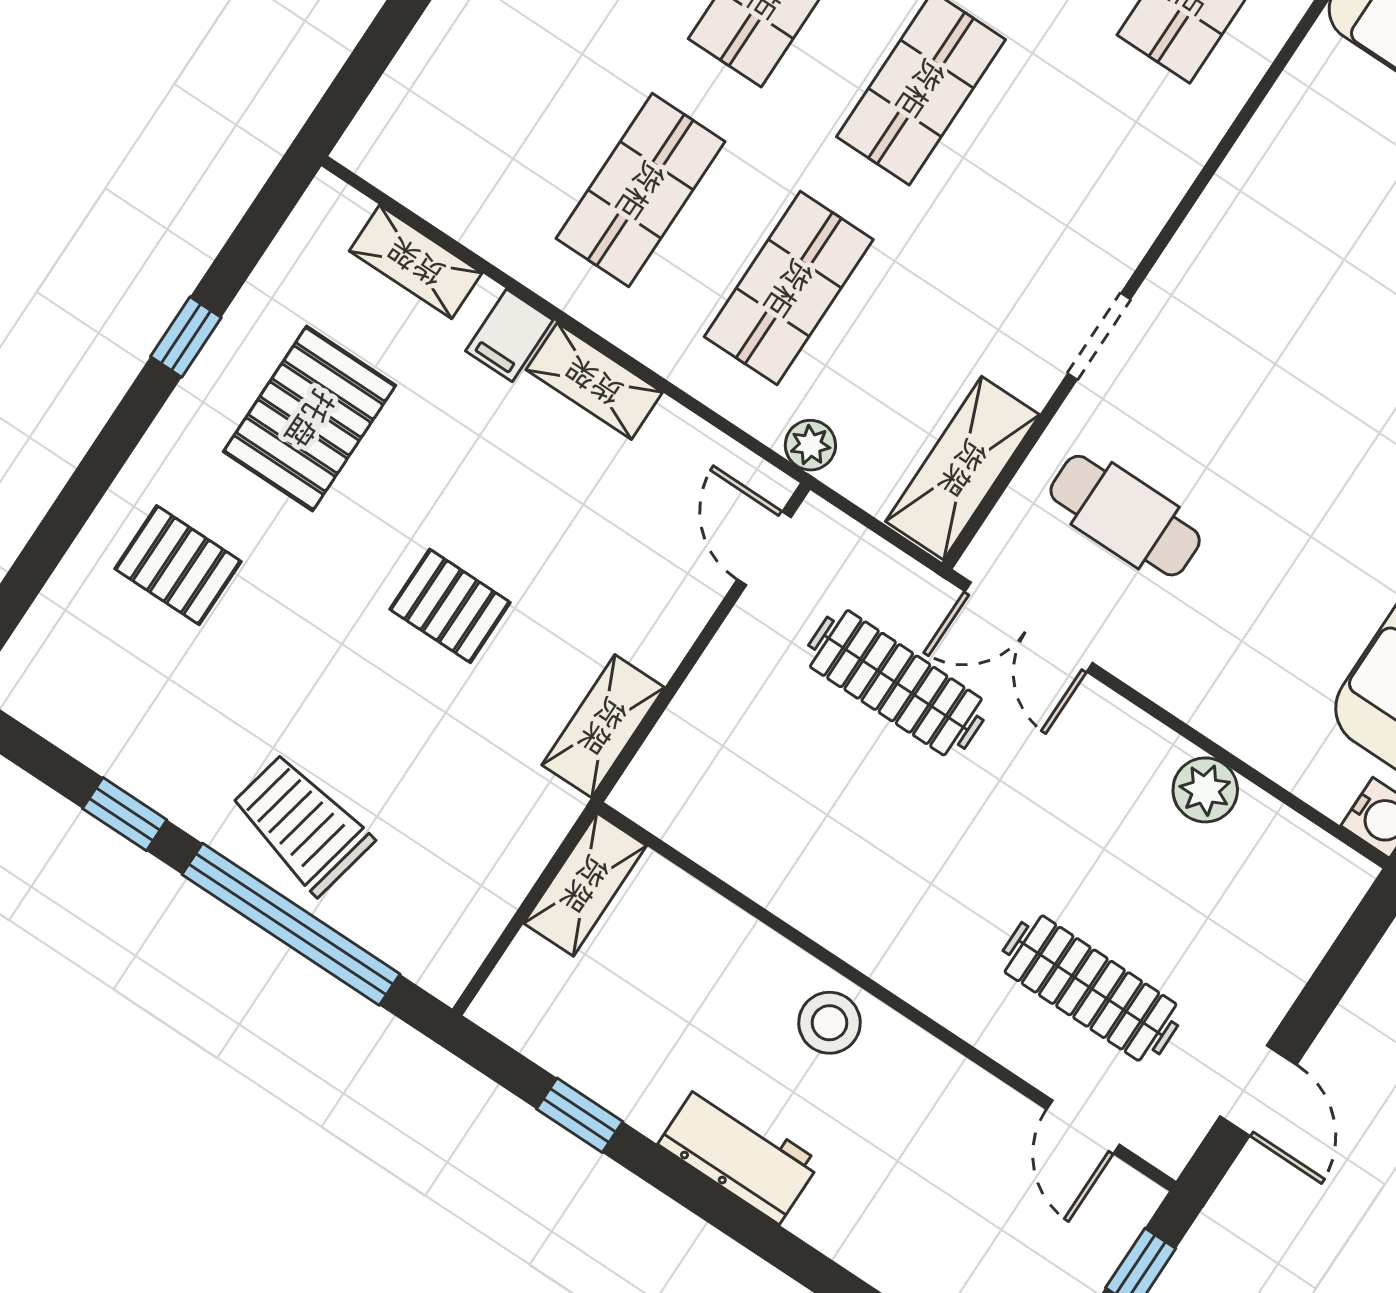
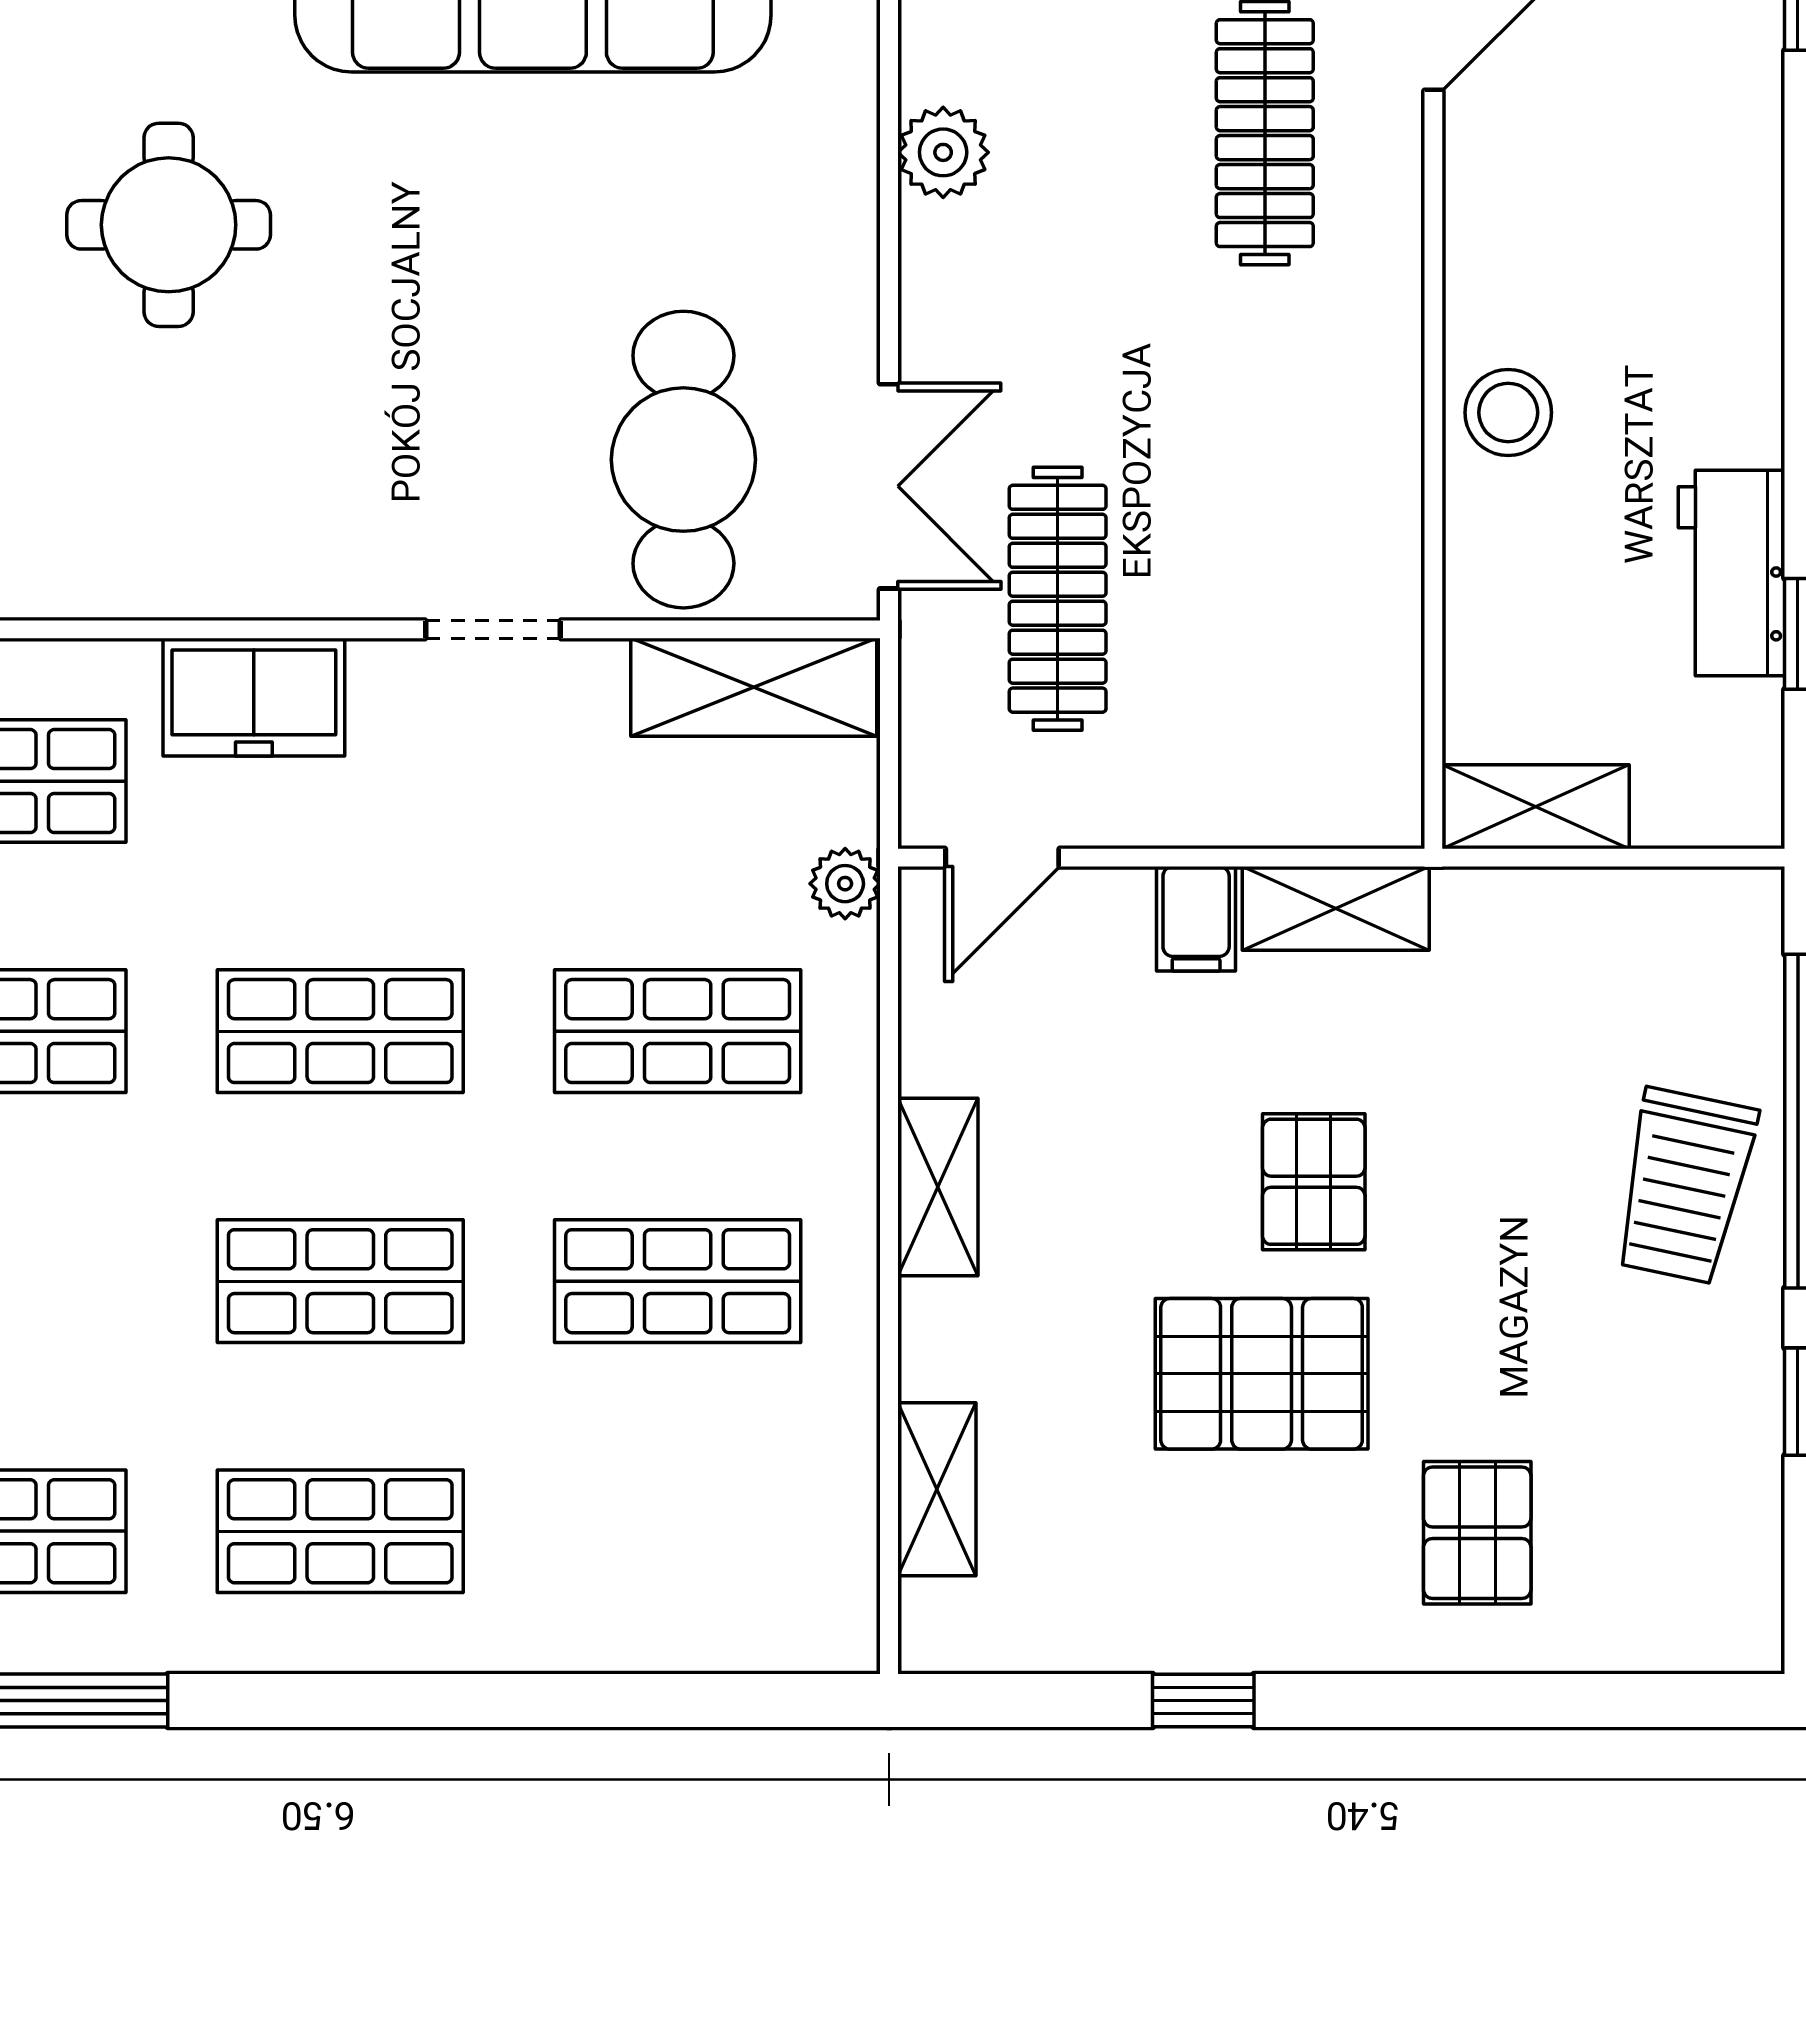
freezer: (1153, 168) -> (254, 697), added
filing cabinet: (509, 335) -> (1196, 919), moved, turned 90
pallet: (310, 419) -> (1262, 1374), moved
cafe table: (1125, 516) -> (683, 460), width x1.37, depth x1.35
workbench: (739, 1153) -> (1731, 573), moved

